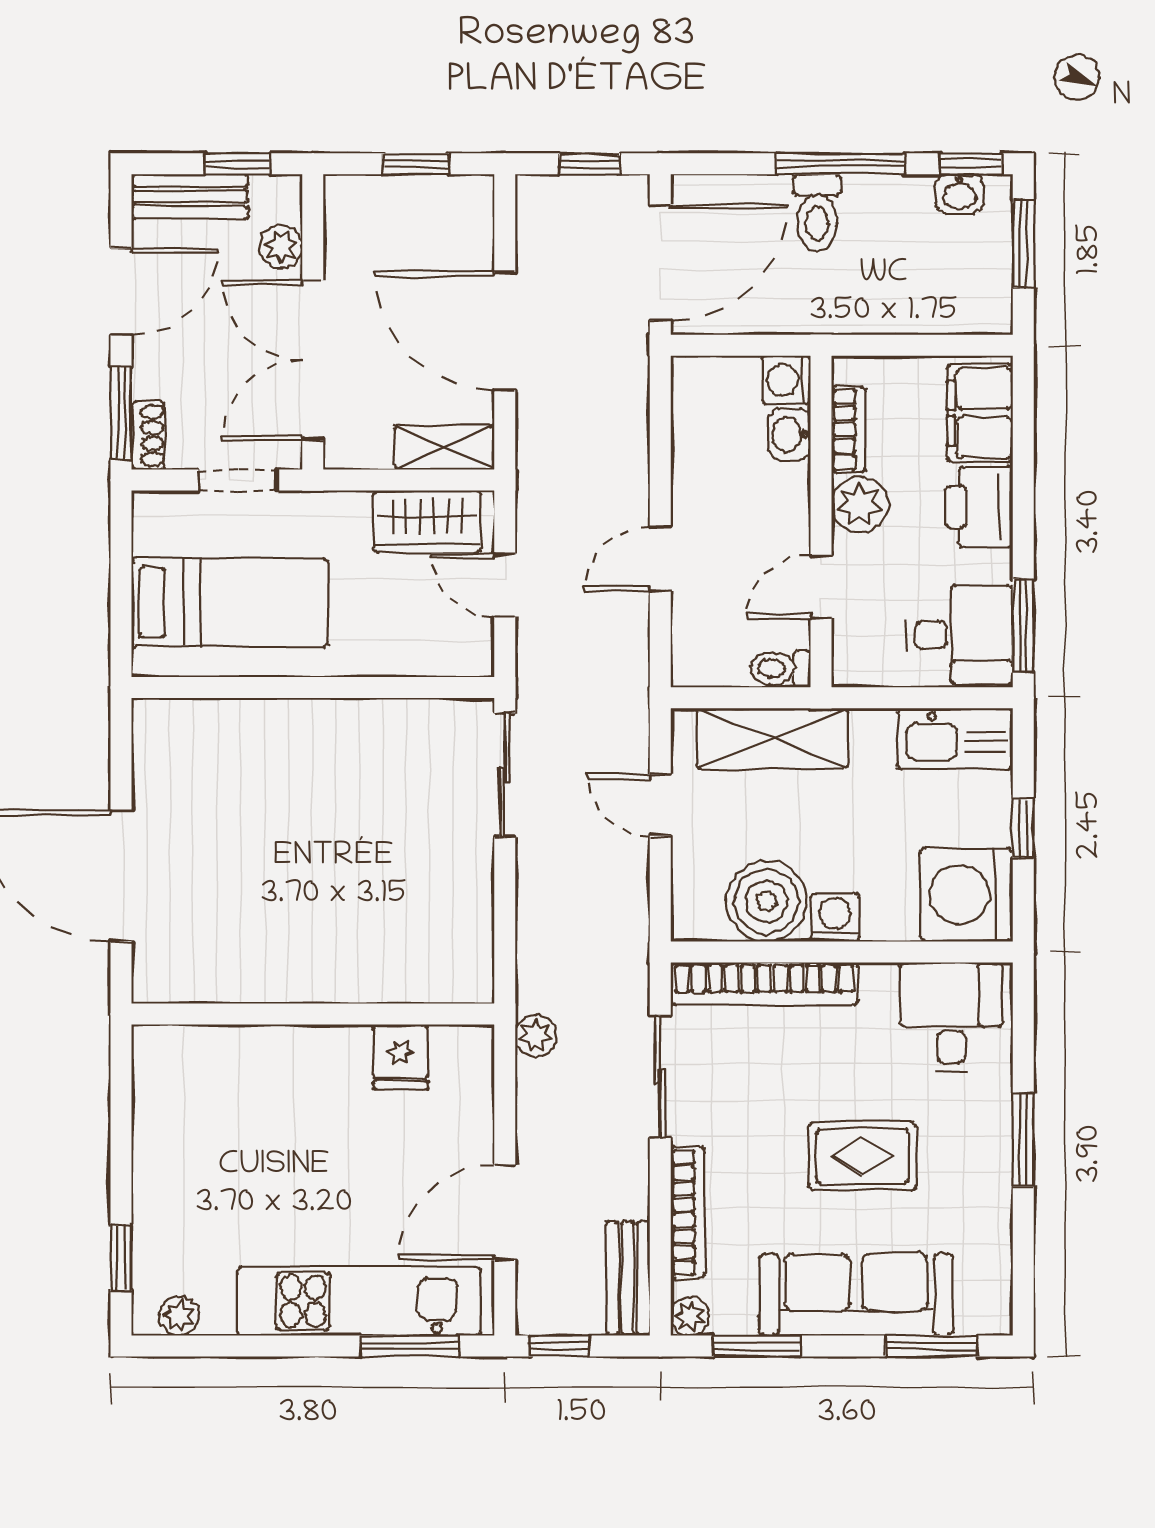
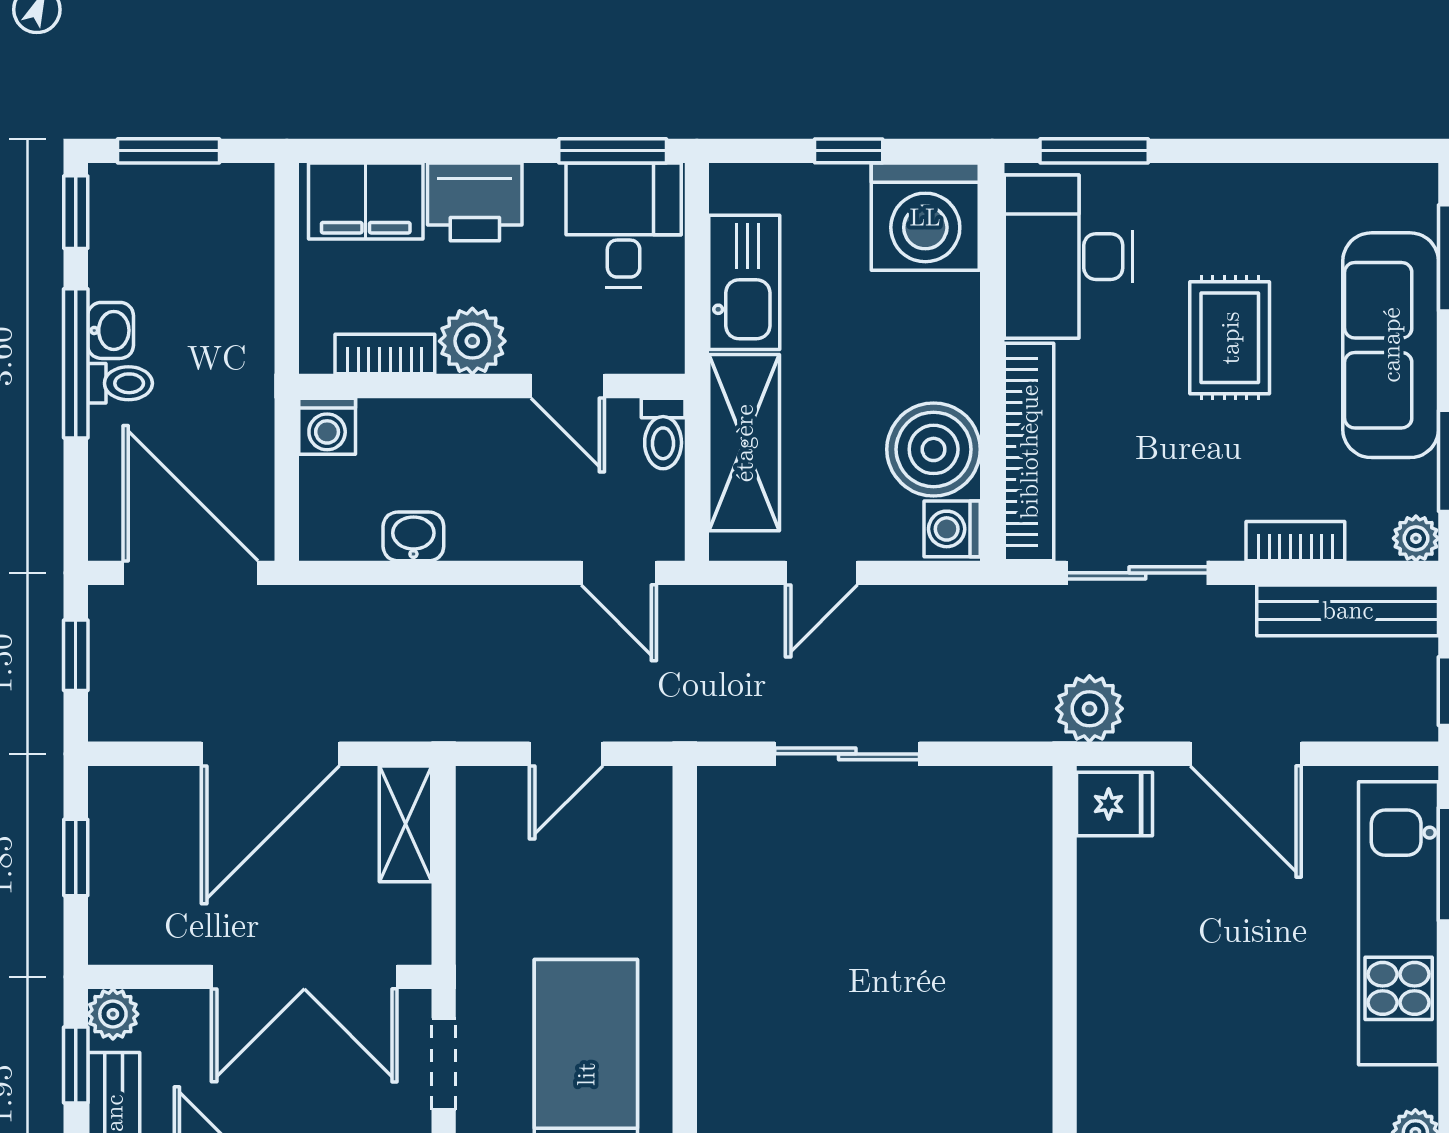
washbasin: (960, 194) -> (111, 330), moved
toilet: (817, 213) -> (120, 383), width x0.73, depth x0.72
plant: (281, 247) -> (113, 1014), moved
washbasin: (790, 434) -> (413, 536), moved, turned 180
wardrobe: (427, 522) -> (492, 844), removed
door: (660, 559) -> (619, 573), moved
kitchen sink: (955, 739) -> (744, 282), moved
sliding door: (505, 775) -> (847, 754), moved
washing machine: (835, 917) -> (952, 529), moved
desk: (951, 1018) -> (1069, 257), width x1.37
plant: (536, 1035) -> (1089, 709), width x1.38, depth x1.38
fridge: (400, 1057) -> (1115, 804), moved
window: (1023, 1140) -> (1094, 151), moved
door: (505, 1212) -> (1246, 754), moved
bookcase: (688, 1212) -> (1295, 541), width x0.64
bench: (628, 1278) -> (1348, 610), width x1.36

